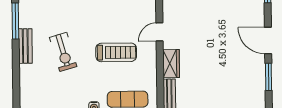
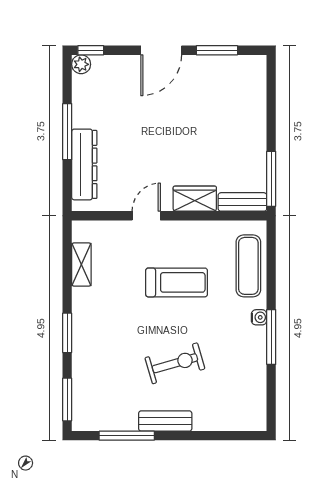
door: (160, 32) -> (146, 216), swing flipped
treadmill: (116, 52) -> (177, 282), turned 90

